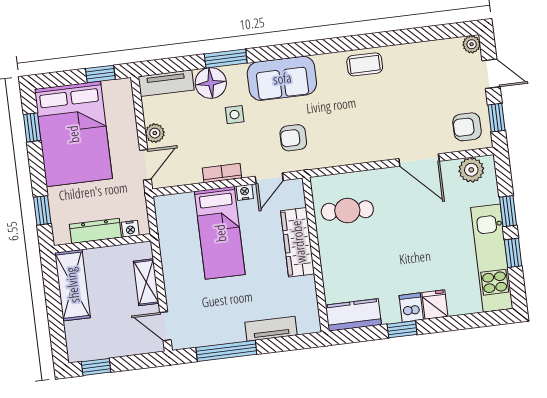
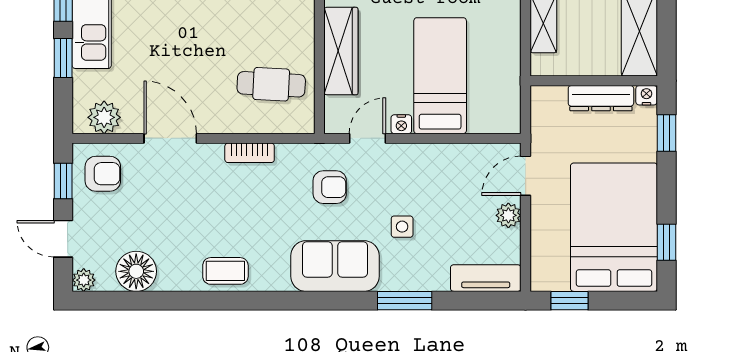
floor lamp: (211, 83) -> (136, 271), moved
bookcase: (222, 173) -> (250, 153), moved
nightstand: (130, 229) -> (646, 95), moved

